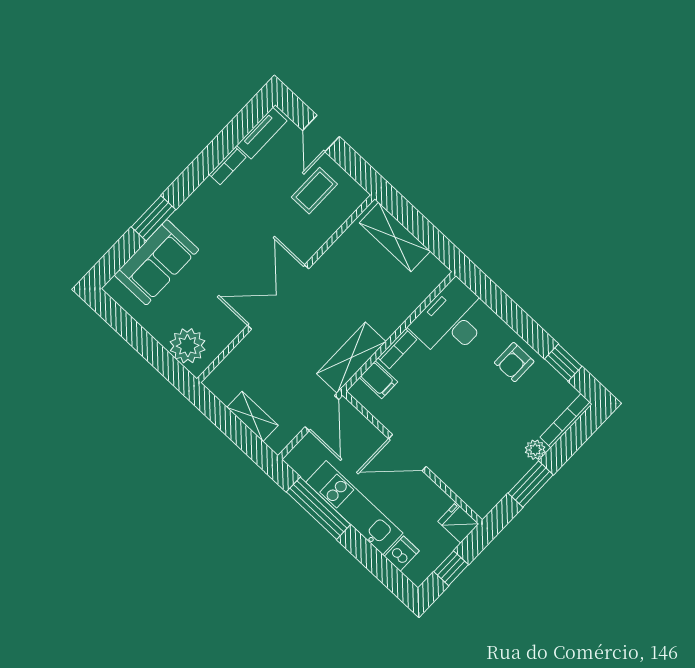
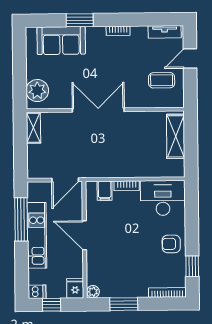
bookcase: (228, 166) -> (118, 31), moved
shelving: (351, 358) -> (103, 169), removed
shelving: (253, 416) -> (33, 128), moved
plant: (535, 450) -> (93, 292), moved
dishwasher: (402, 554) -> (37, 292), moved

